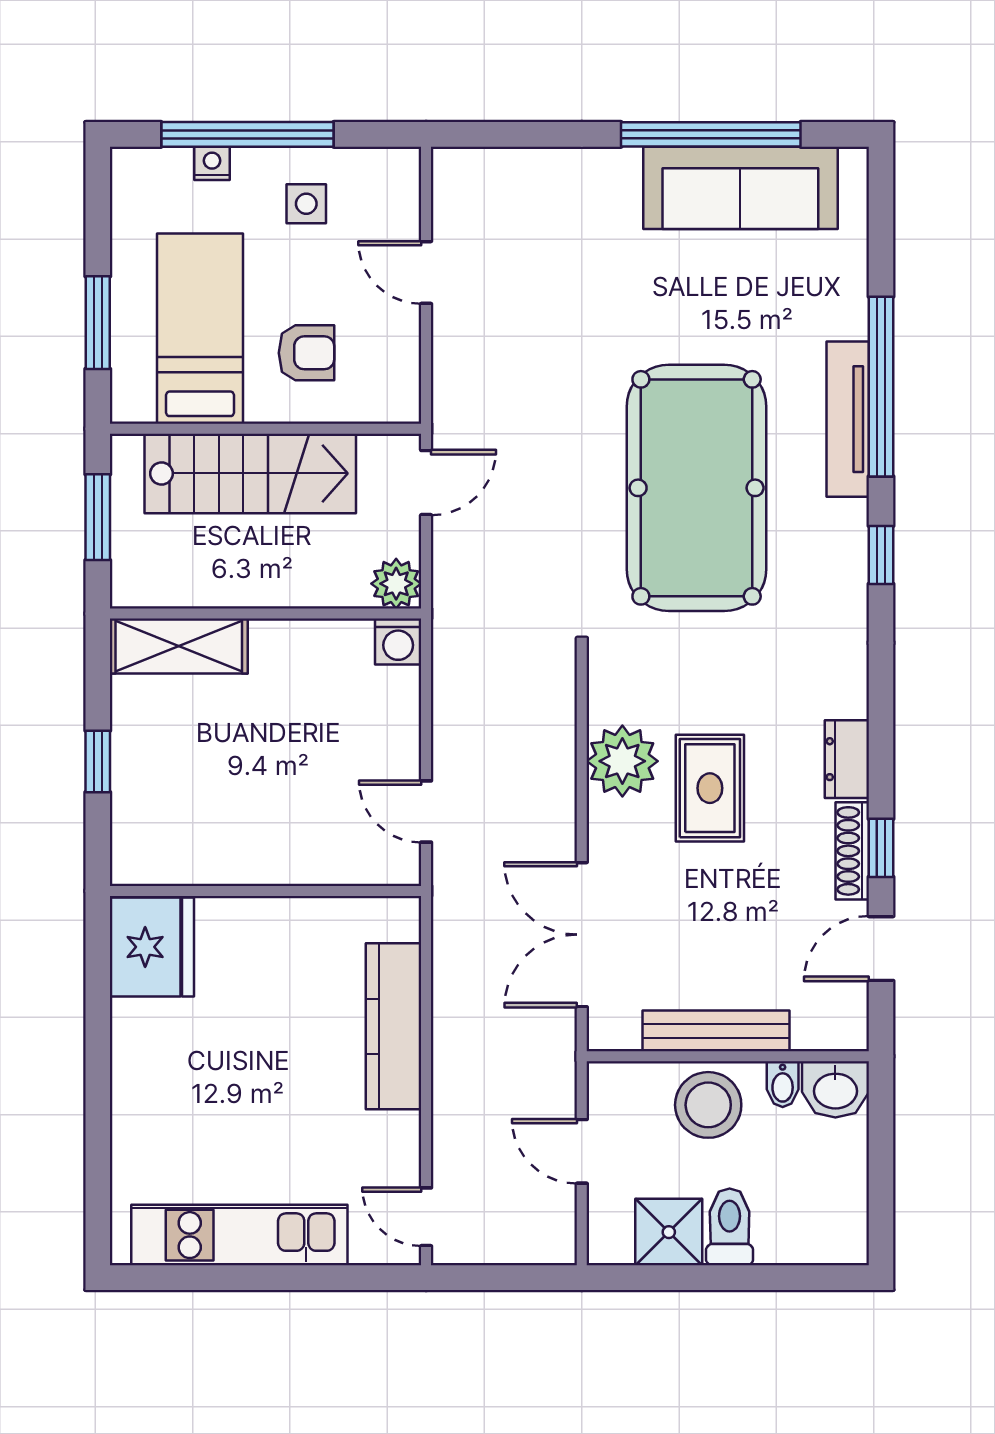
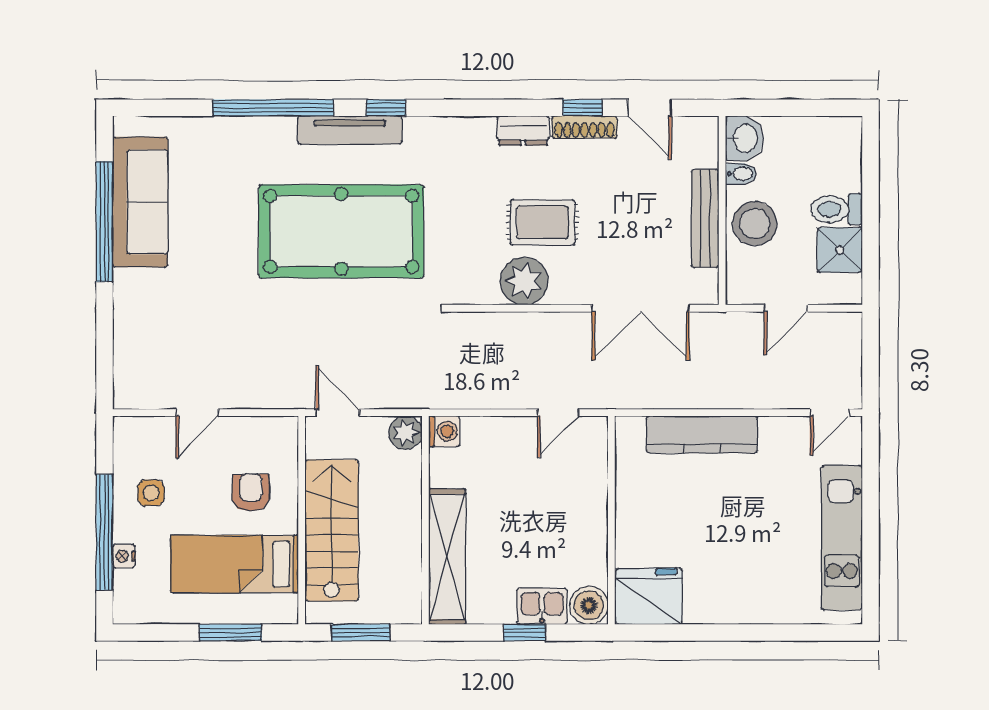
tv unit: (848, 419) -> (350, 130), moved
shelving: (179, 646) -> (447, 557), width x1.47
kitchen sink: (137, 788) -> (542, 606), added
boiler: (138, 857) -> (589, 605), added

